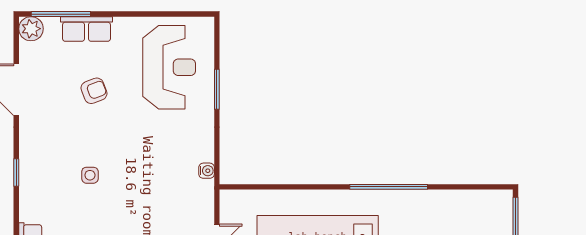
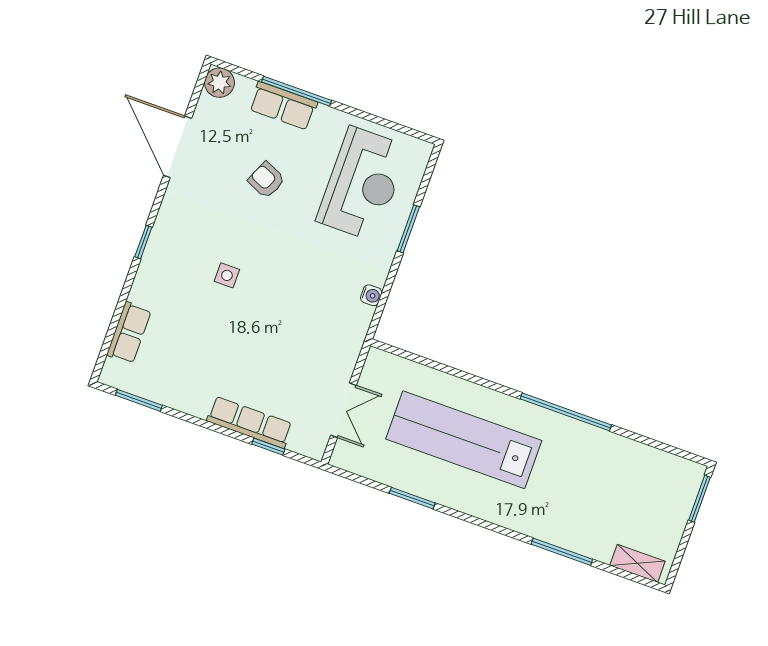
window: (61, 14) -> (297, 91), moved
armchair: (94, 91) -> (266, 180), turned -135
water cooler: (207, 171) -> (371, 295), moved

